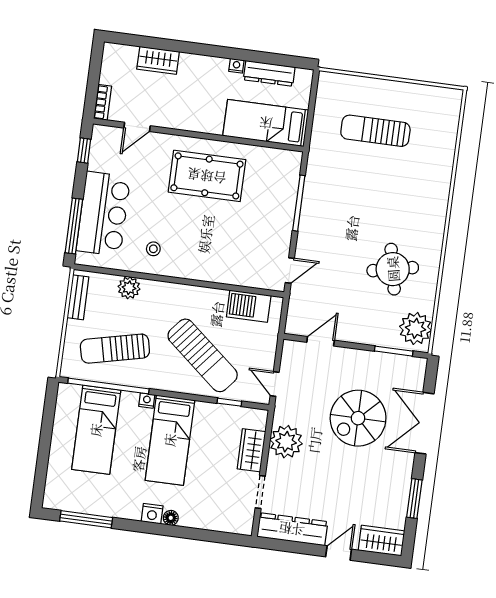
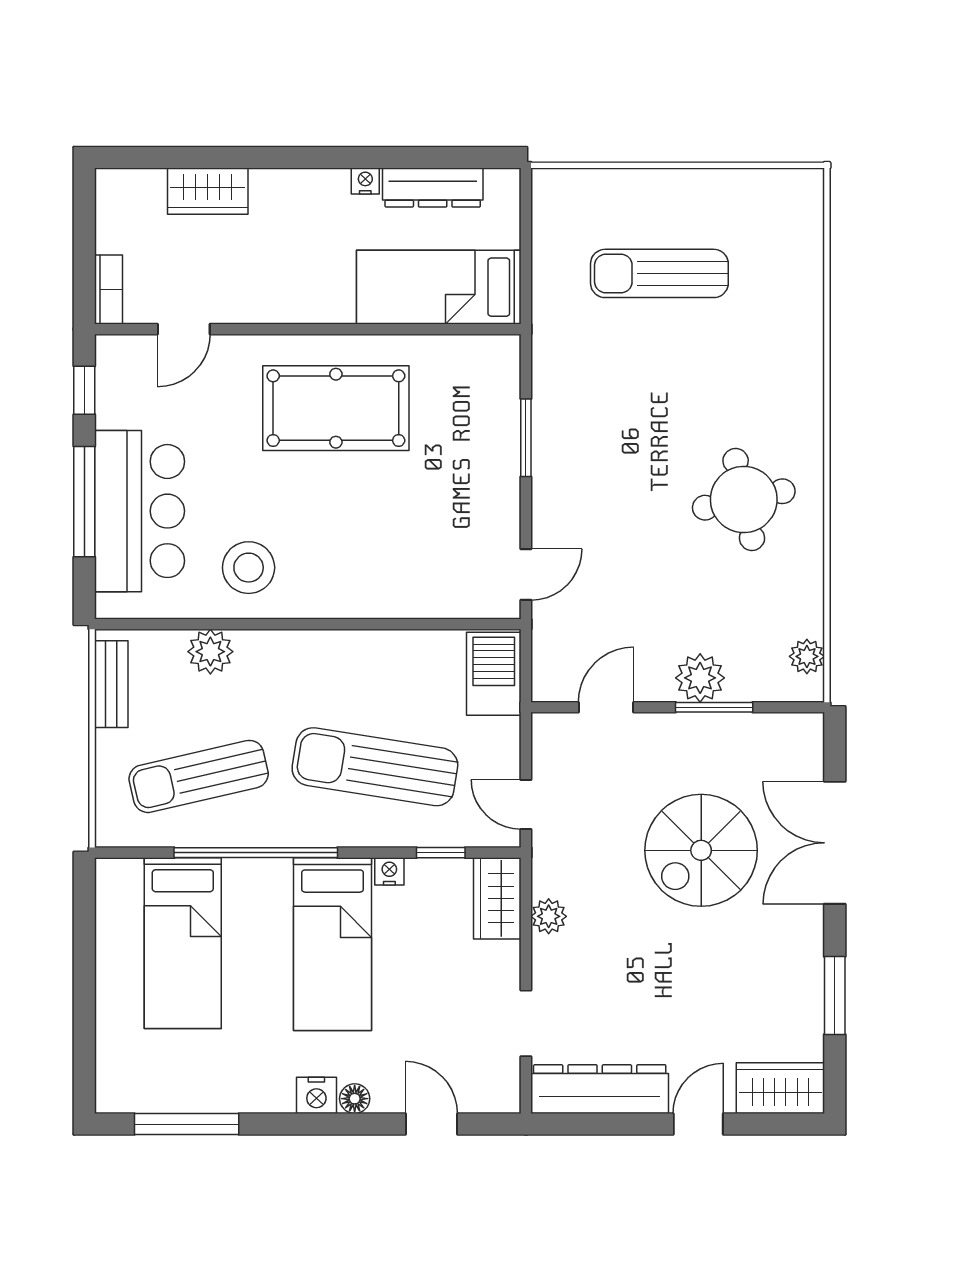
window: (299, 203) -> (526, 438), width x0.69
window: (74, 226) -> (84, 502), moved
stool: (153, 249) -> (249, 568), width x1.89, depth x1.89
round table: (393, 269) -> (744, 499), moved
barbecue: (249, 306) -> (494, 674), moved, turned 90
plant: (415, 328) -> (807, 656), width x0.53, depth x0.53
plant: (369, 333) -> (700, 678), added
window: (394, 351) -> (714, 707), moved
sun lounger: (203, 355) -> (375, 767), turned 149
window: (108, 386) -> (256, 853), moved
nightstand: (147, 401) -> (389, 871), moved
plant: (286, 442) -> (549, 916), width x0.53, depth x0.53
wardrobe: (251, 450) -> (497, 898), moved
door: (207, 535) -> (431, 1124), added

